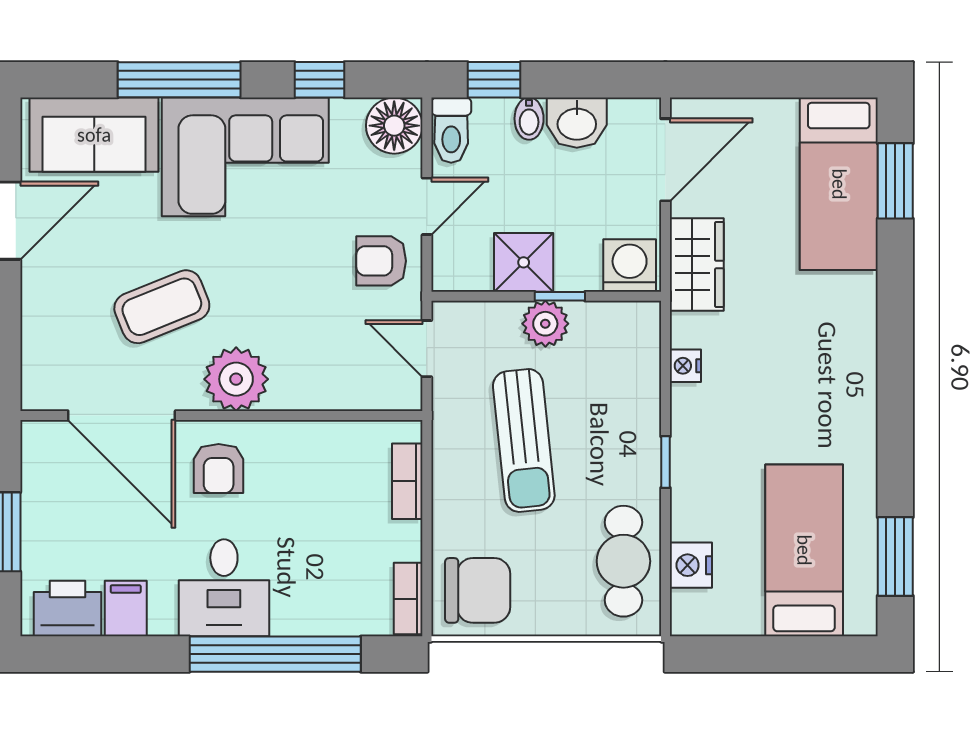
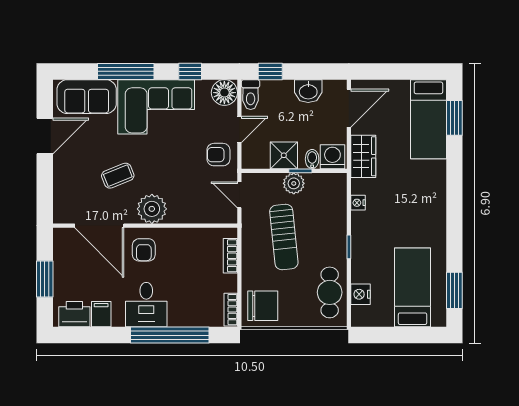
bidet: (529, 119) -> (312, 159), moved, turned 180
coffee table: (162, 307) -> (118, 176), width x0.73, depth x0.77

